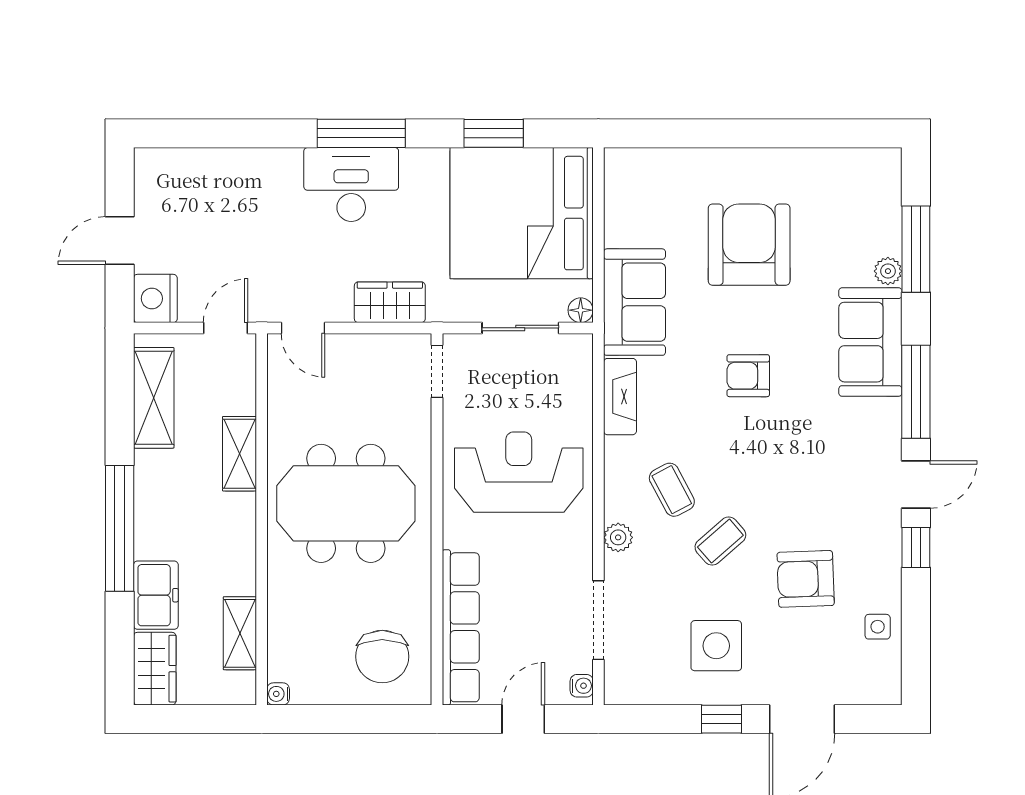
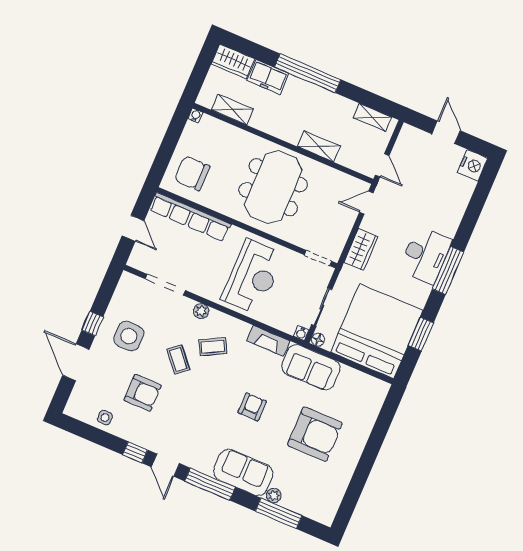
nightstand: (155, 298) -> (473, 165), moved, turned 90
shelving: (154, 398) -> (372, 117), width x0.67, depth x0.75
armchair: (806, 579) -> (143, 393), turned 92
water cooler: (582, 686) -> (301, 333), moved

